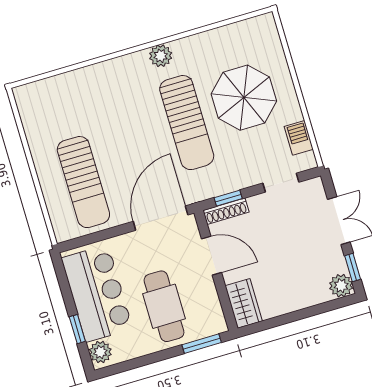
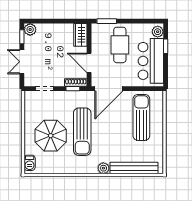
plant: (161, 56) -> (103, 168), moved
bench: (69, 83) -> (134, 168), added
sun lounger: (187, 123) -> (82, 132), turned 180
barbecue: (299, 138) -> (30, 163), moved

